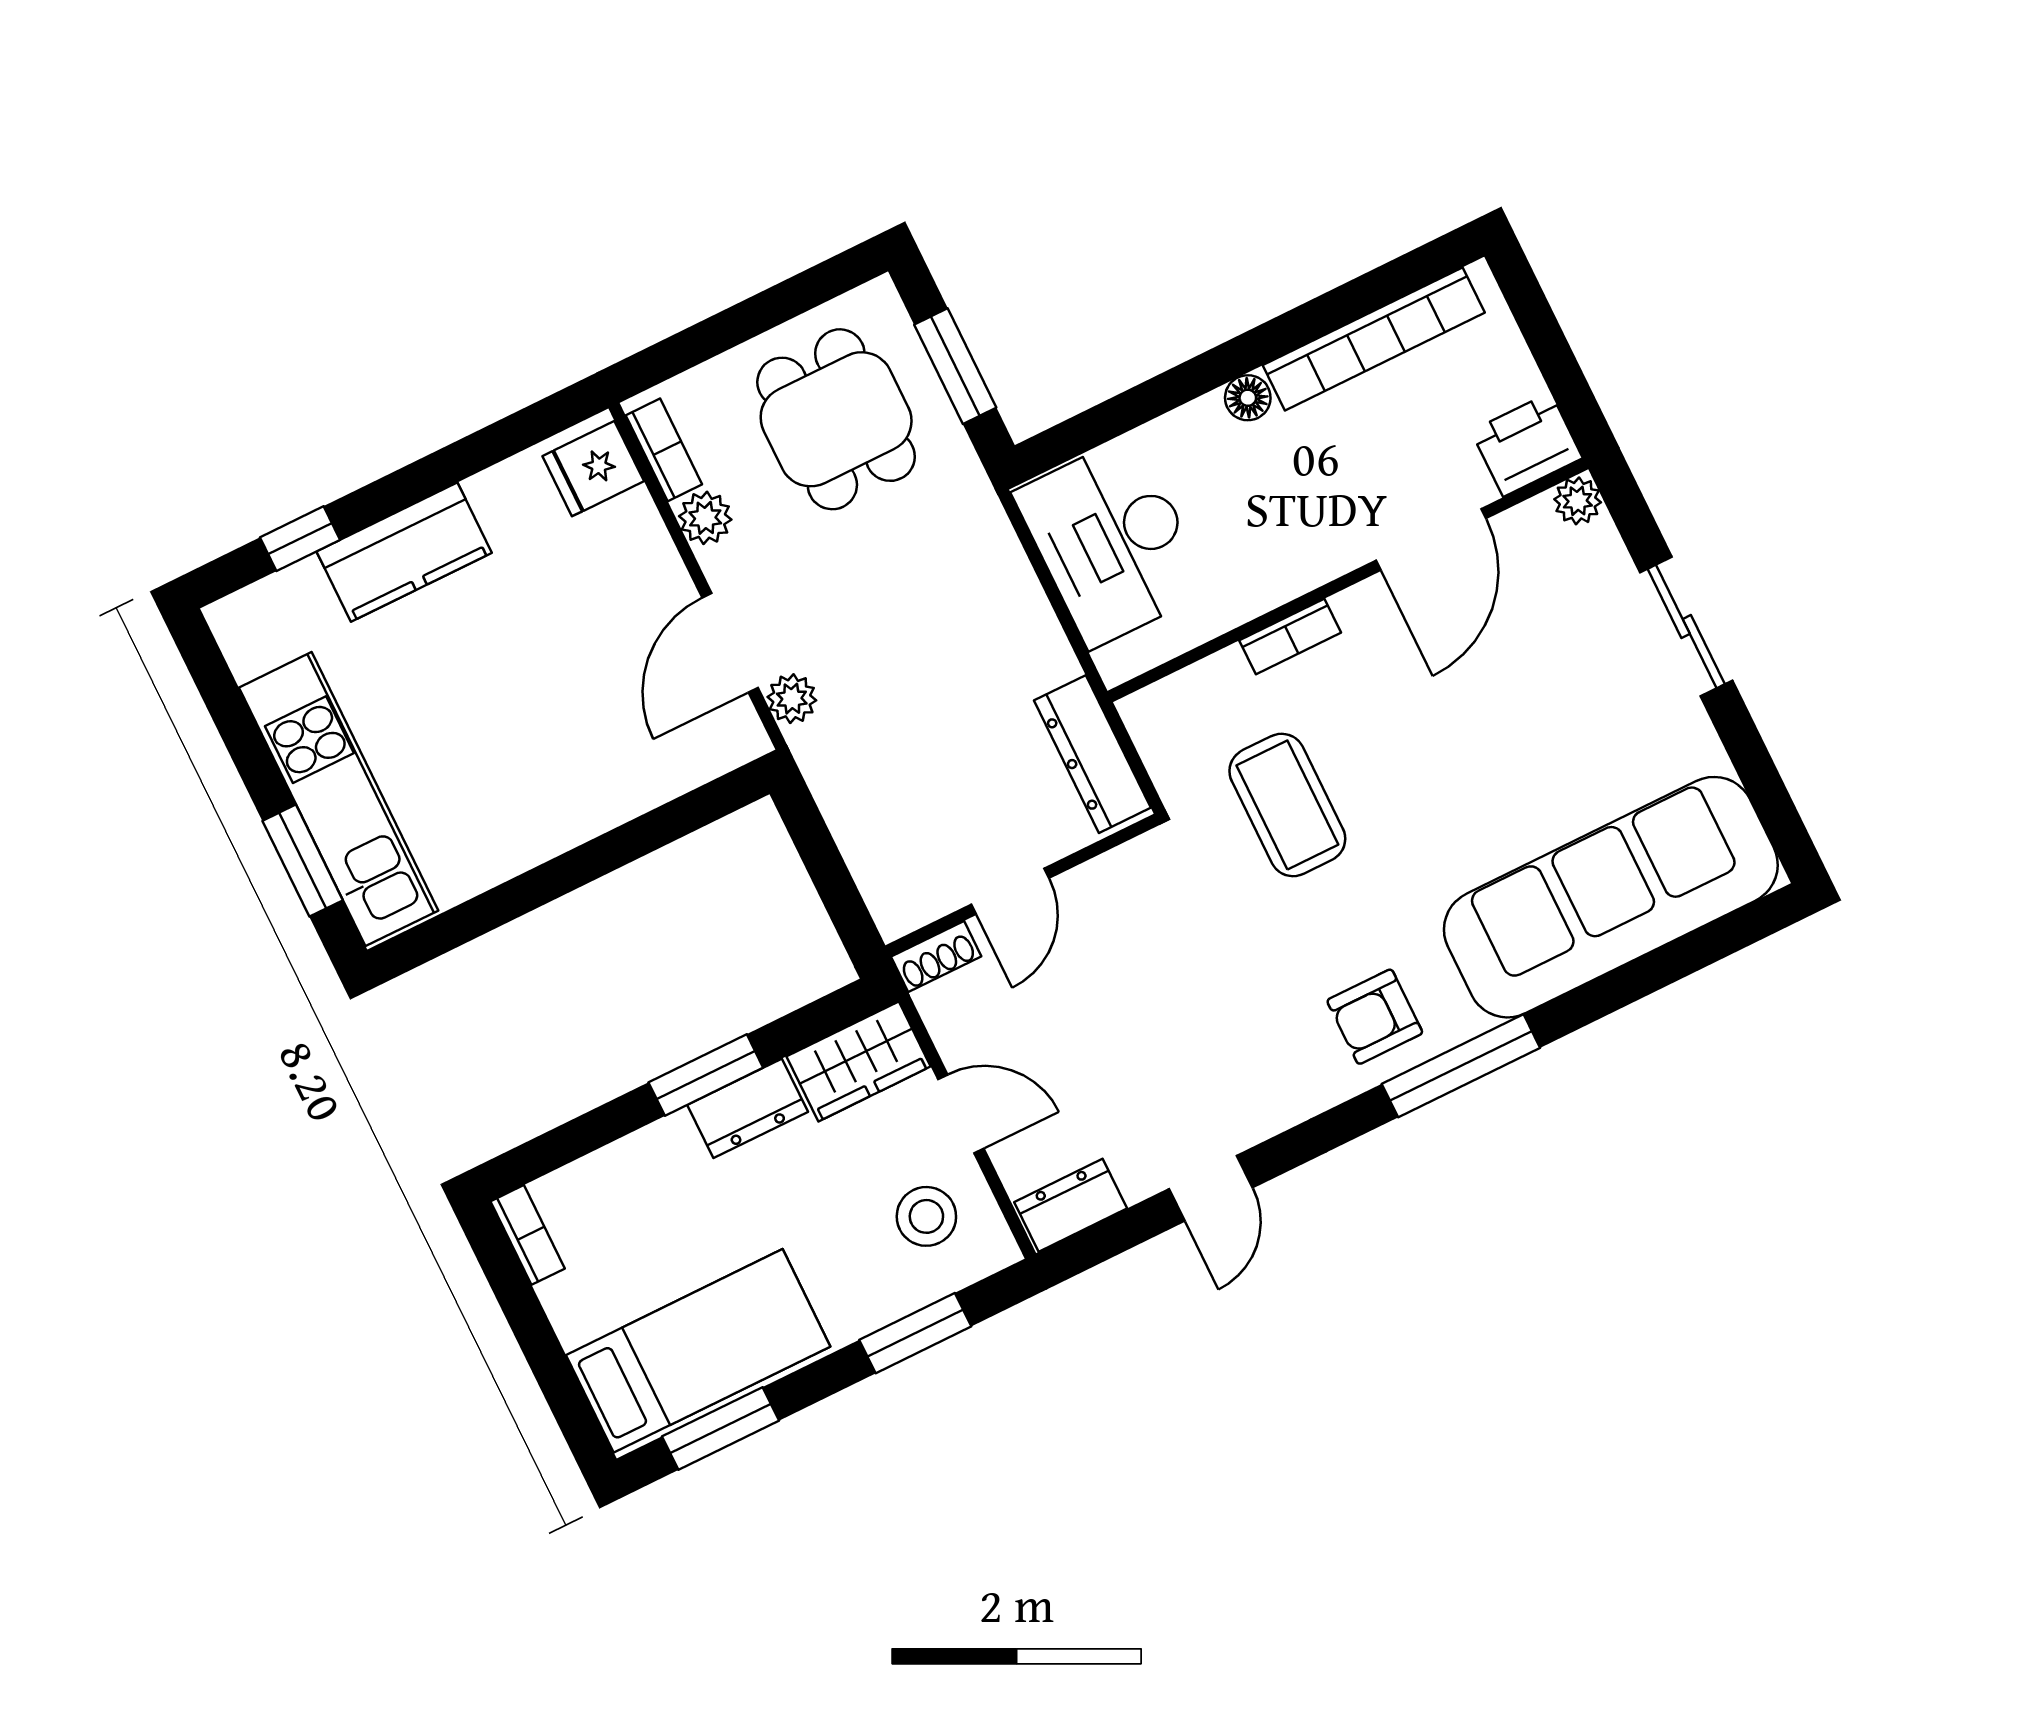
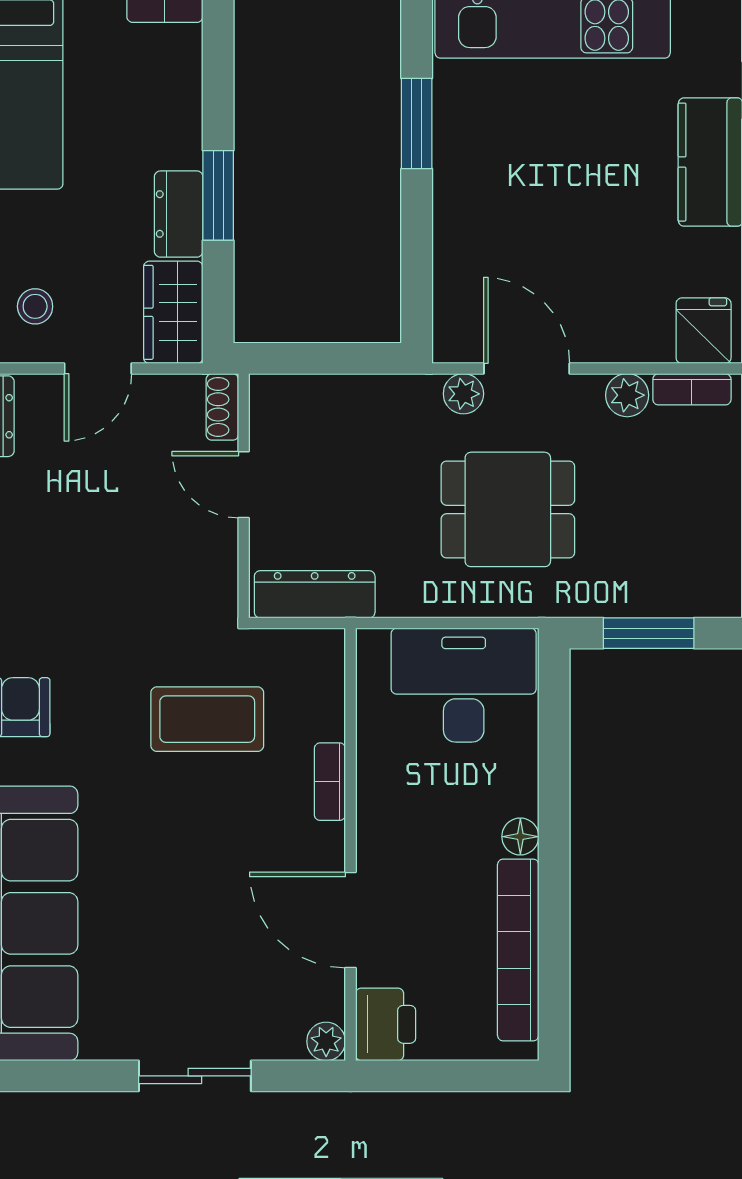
dining table: (836, 419) -> (508, 509), moved
window: (520, 896) -> (417, 123), added
stool: (926, 1216) -> (35, 306), width x0.73, depth x0.73

